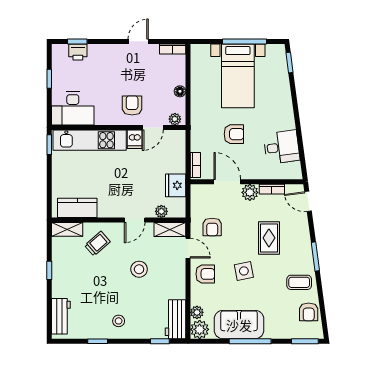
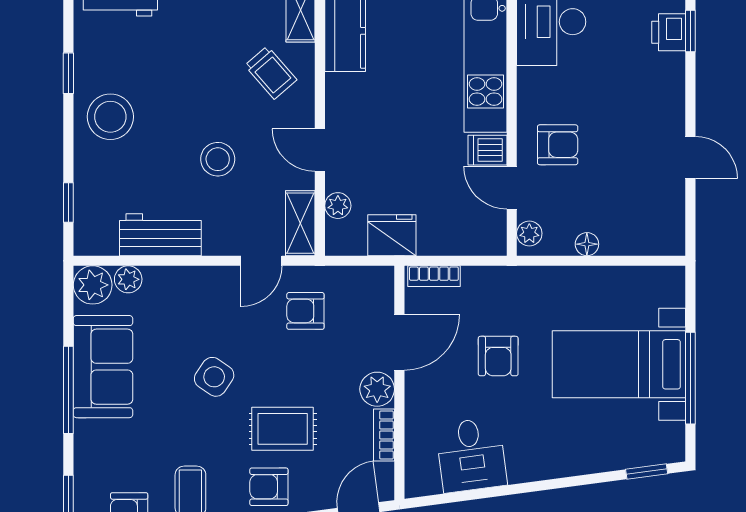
bookcase: (173, 49) -> (675, 229), removed
side table: (244, 271) -> (214, 377), turned 45
armchair: (205, 274) -> (269, 487), moved, turned 90
workbench: (175, 319) -> (160, 235), moved
stool: (119, 321) -> (110, 117), width x1.89, depth x1.89

